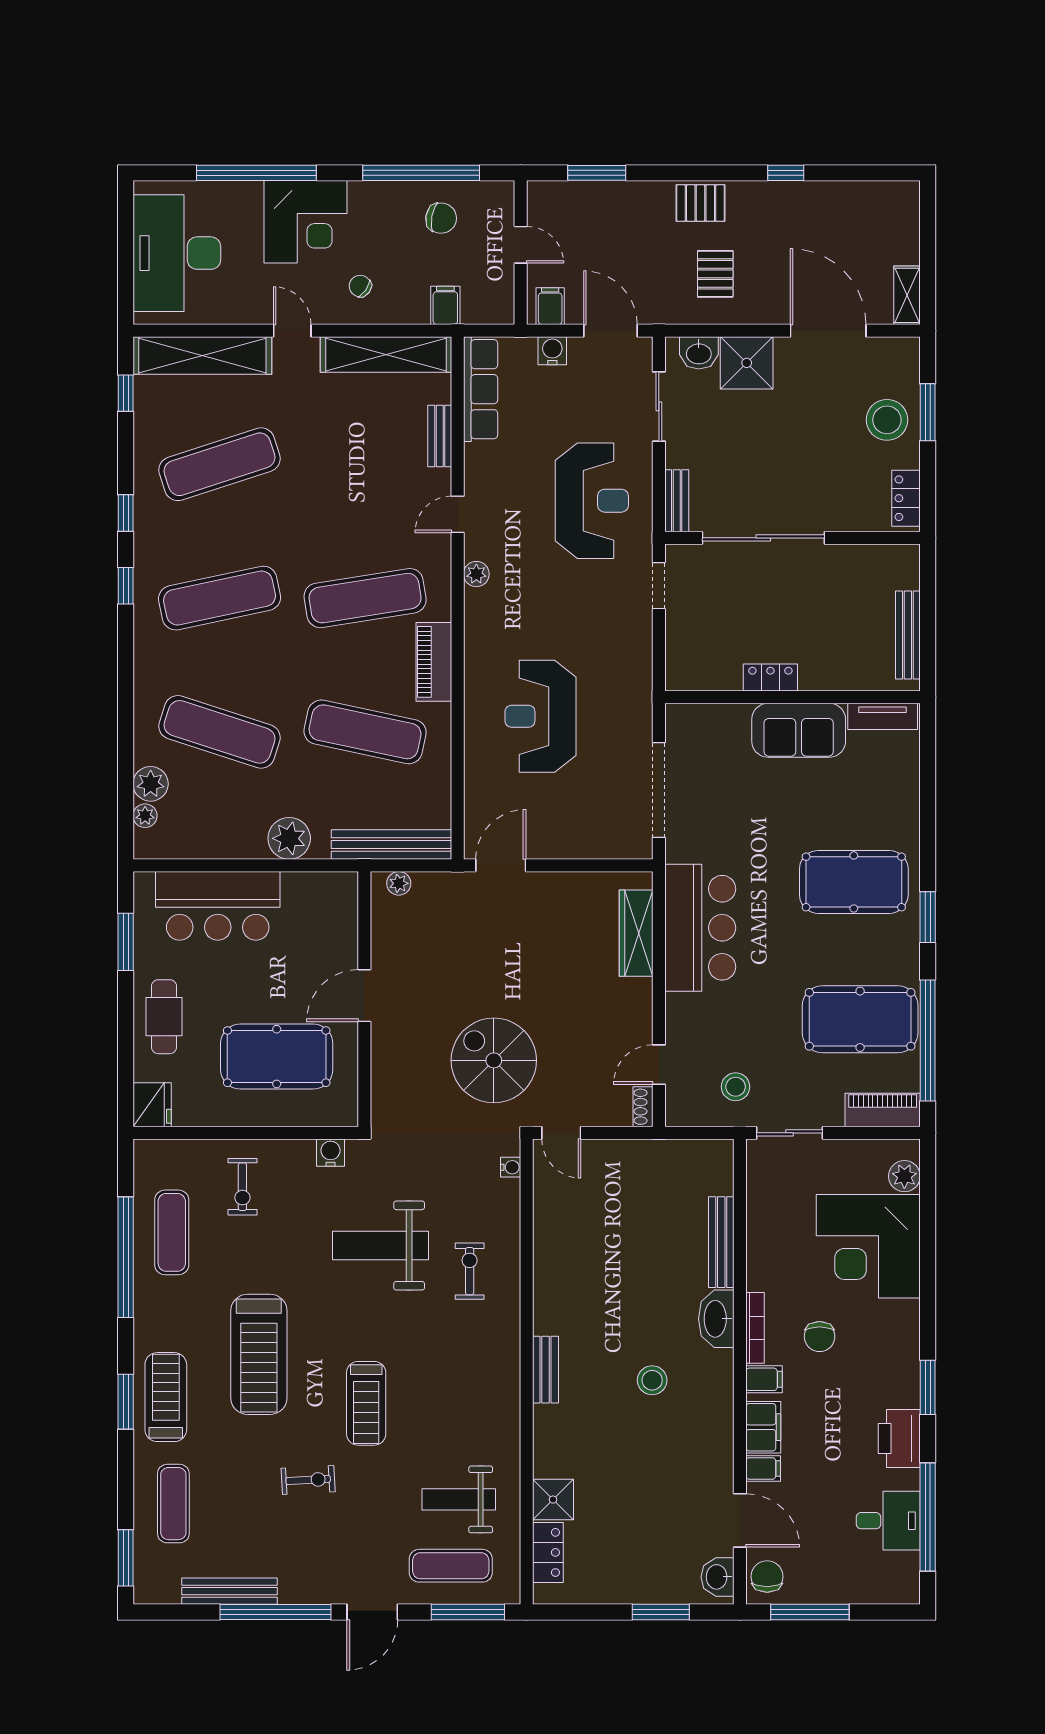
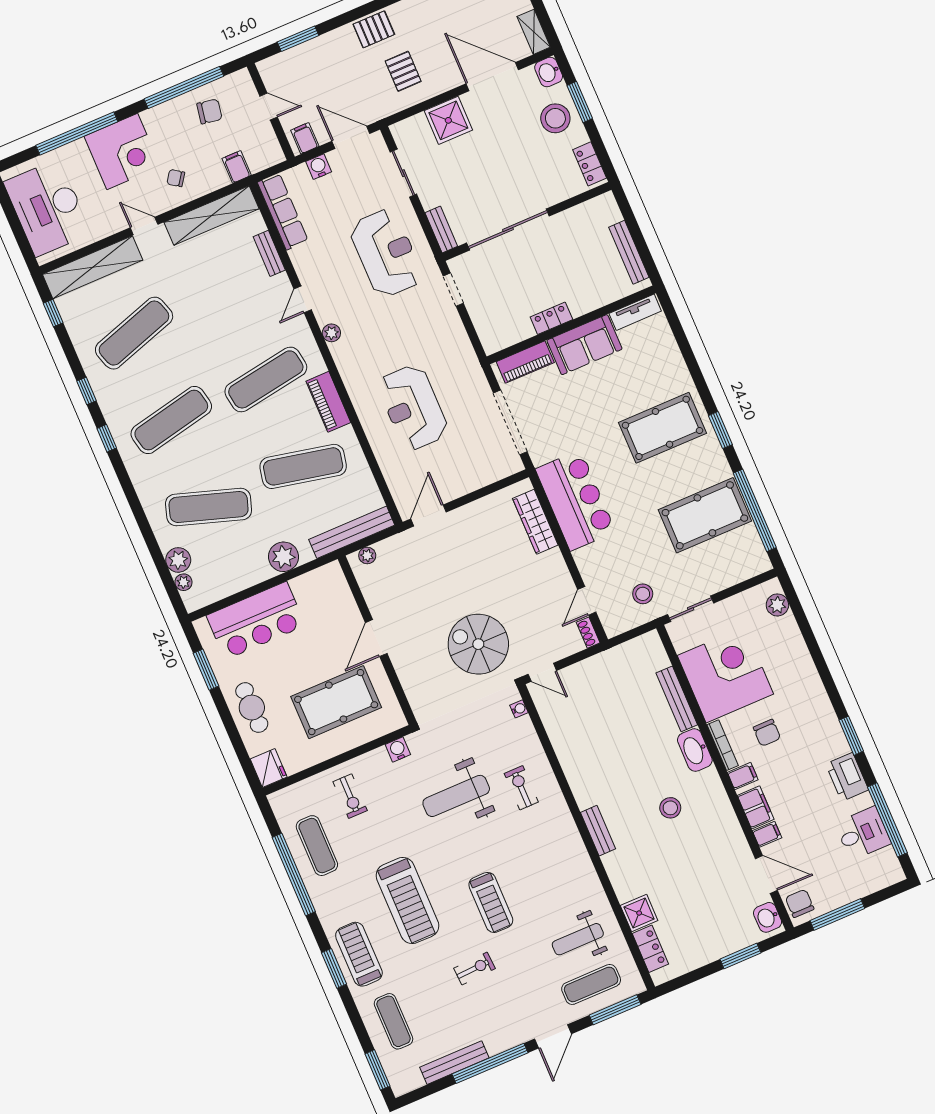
washbasin: (699, 353) -> (549, 72), moved, turned 90
piano: (883, 1110) -> (525, 362), moved, turned 180
corner desk: (868, 1246) -> (725, 675), moved, turned 180

